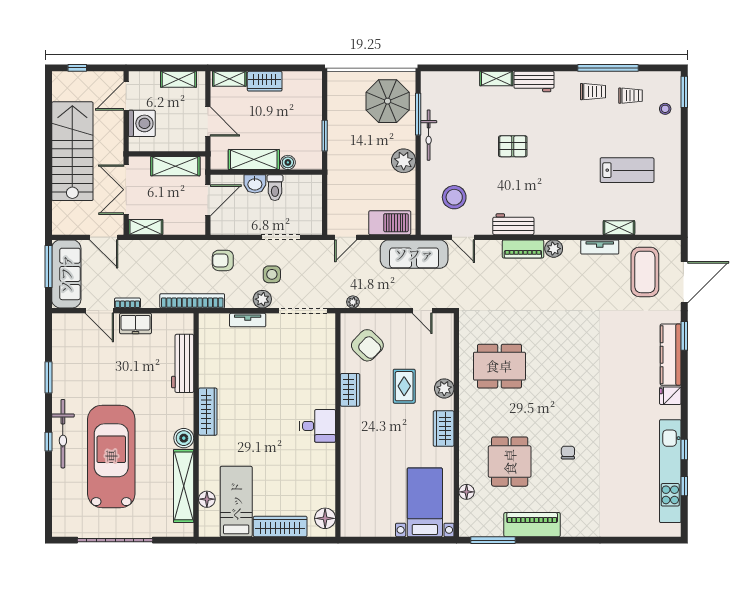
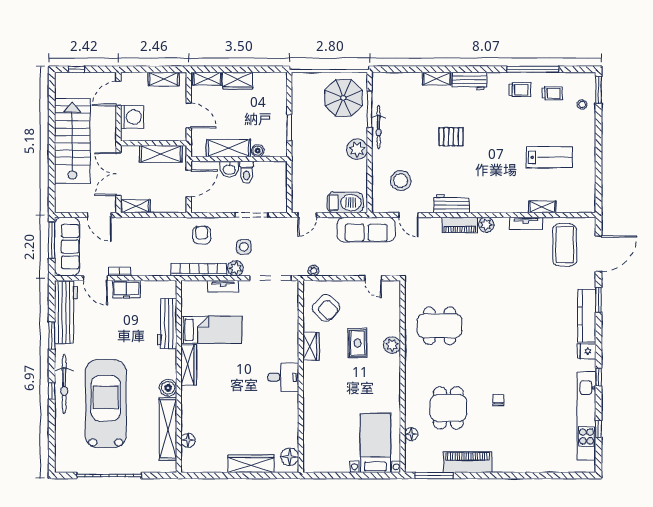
armchair: (223, 260) -> (202, 235), turned 88
bookcase: (192, 301) -> (199, 270), moved
workbench: (65, 350) -> (66, 312), added
wardrobe: (444, 429) -> (392, 380), removed
window: (684, 450) -> (598, 377), moved
bed: (236, 501) -> (211, 330), moved, turned 90

